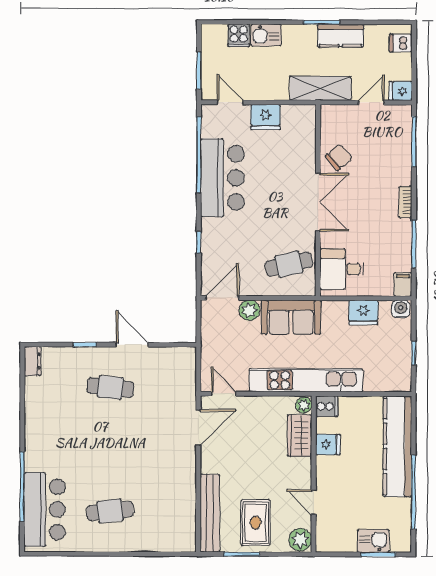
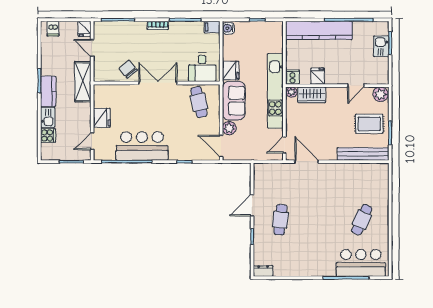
kitchen counter: (341, 36) -> (48, 91), moved
fridge: (363, 313) -> (231, 71), moved
cafe table: (110, 511) -> (362, 220), turned 30

